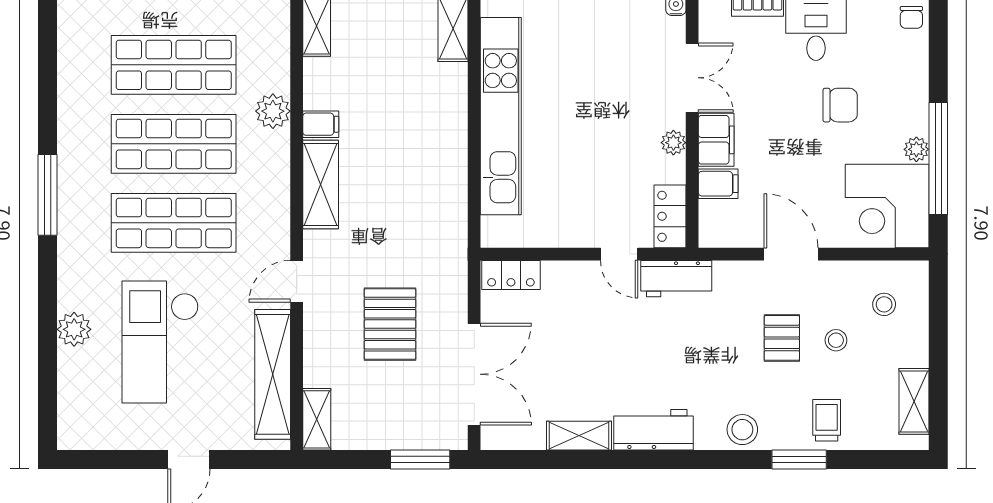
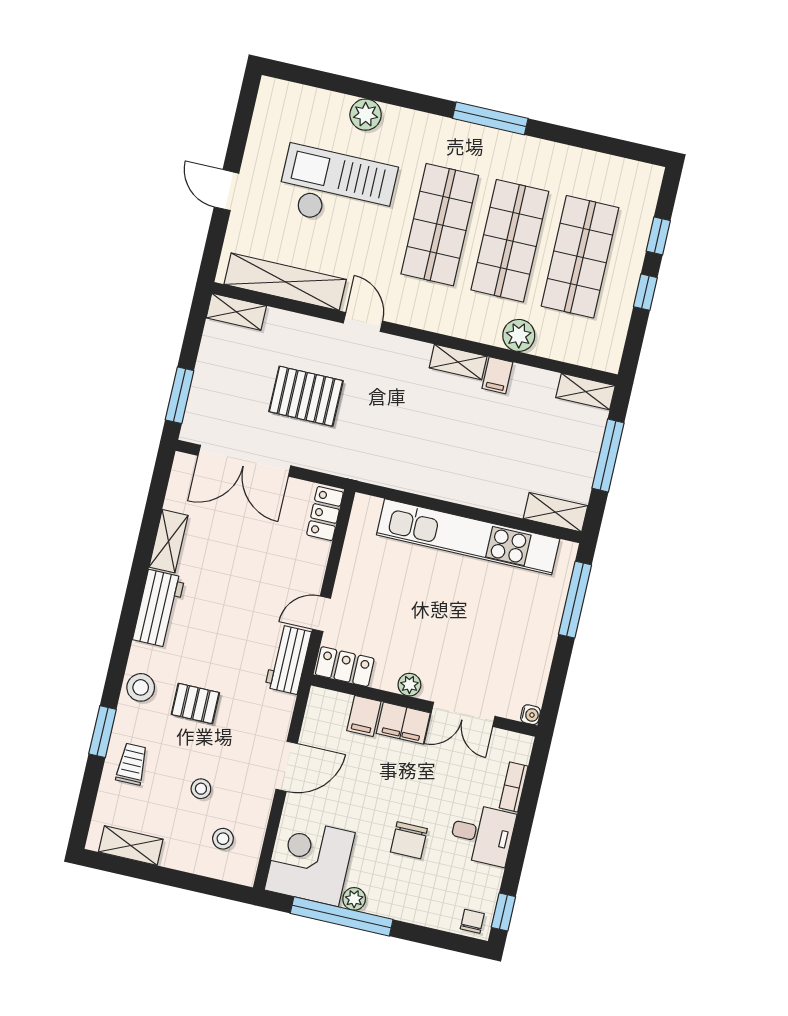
chair: (911, 17) -> (472, 921), turned 90
shelving: (321, 184) -> (458, 362), width x0.67, depth x0.75
pallet: (782, 338) -> (195, 703), moved
trolley: (827, 420) -> (132, 764), turned -90

